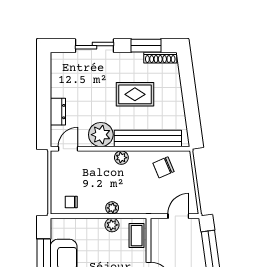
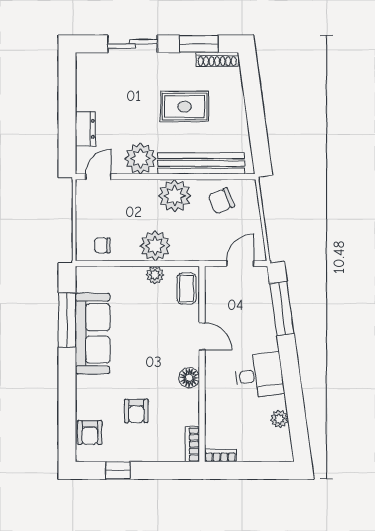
plant: (121, 158) -> (175, 196), width x1.88, depth x1.88
plant: (112, 208) -> (155, 246), width x1.87, depth x1.87

